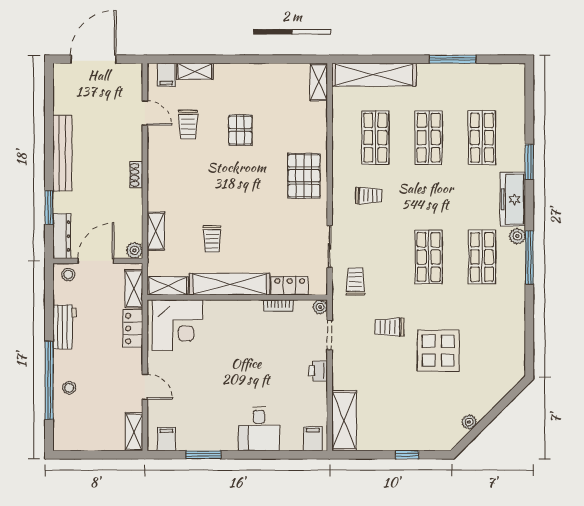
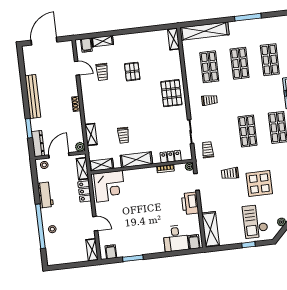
shelving: (230, 284) -> (136, 160), width x0.68
printer: (318, 371) -> (190, 203), width x1.87, depth x1.48
checkout: (424, 416) -> (255, 221), added
desk: (259, 429) -> (176, 238), moved

